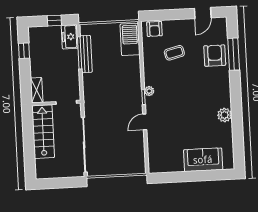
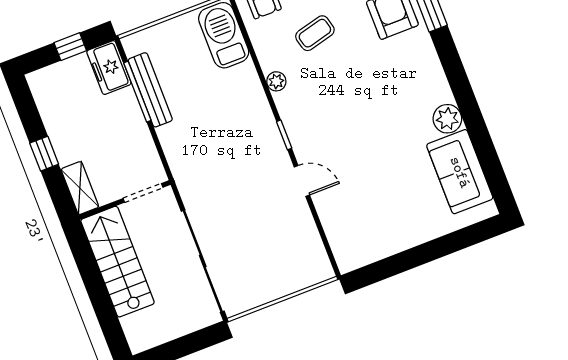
window: (24, 51) -> (44, 154), moved
plant: (149, 91) -> (276, 81), moved
door: (145, 122) -> (302, 181), swing flipped
sofa: (203, 160) -> (460, 172), moved, turned -90

